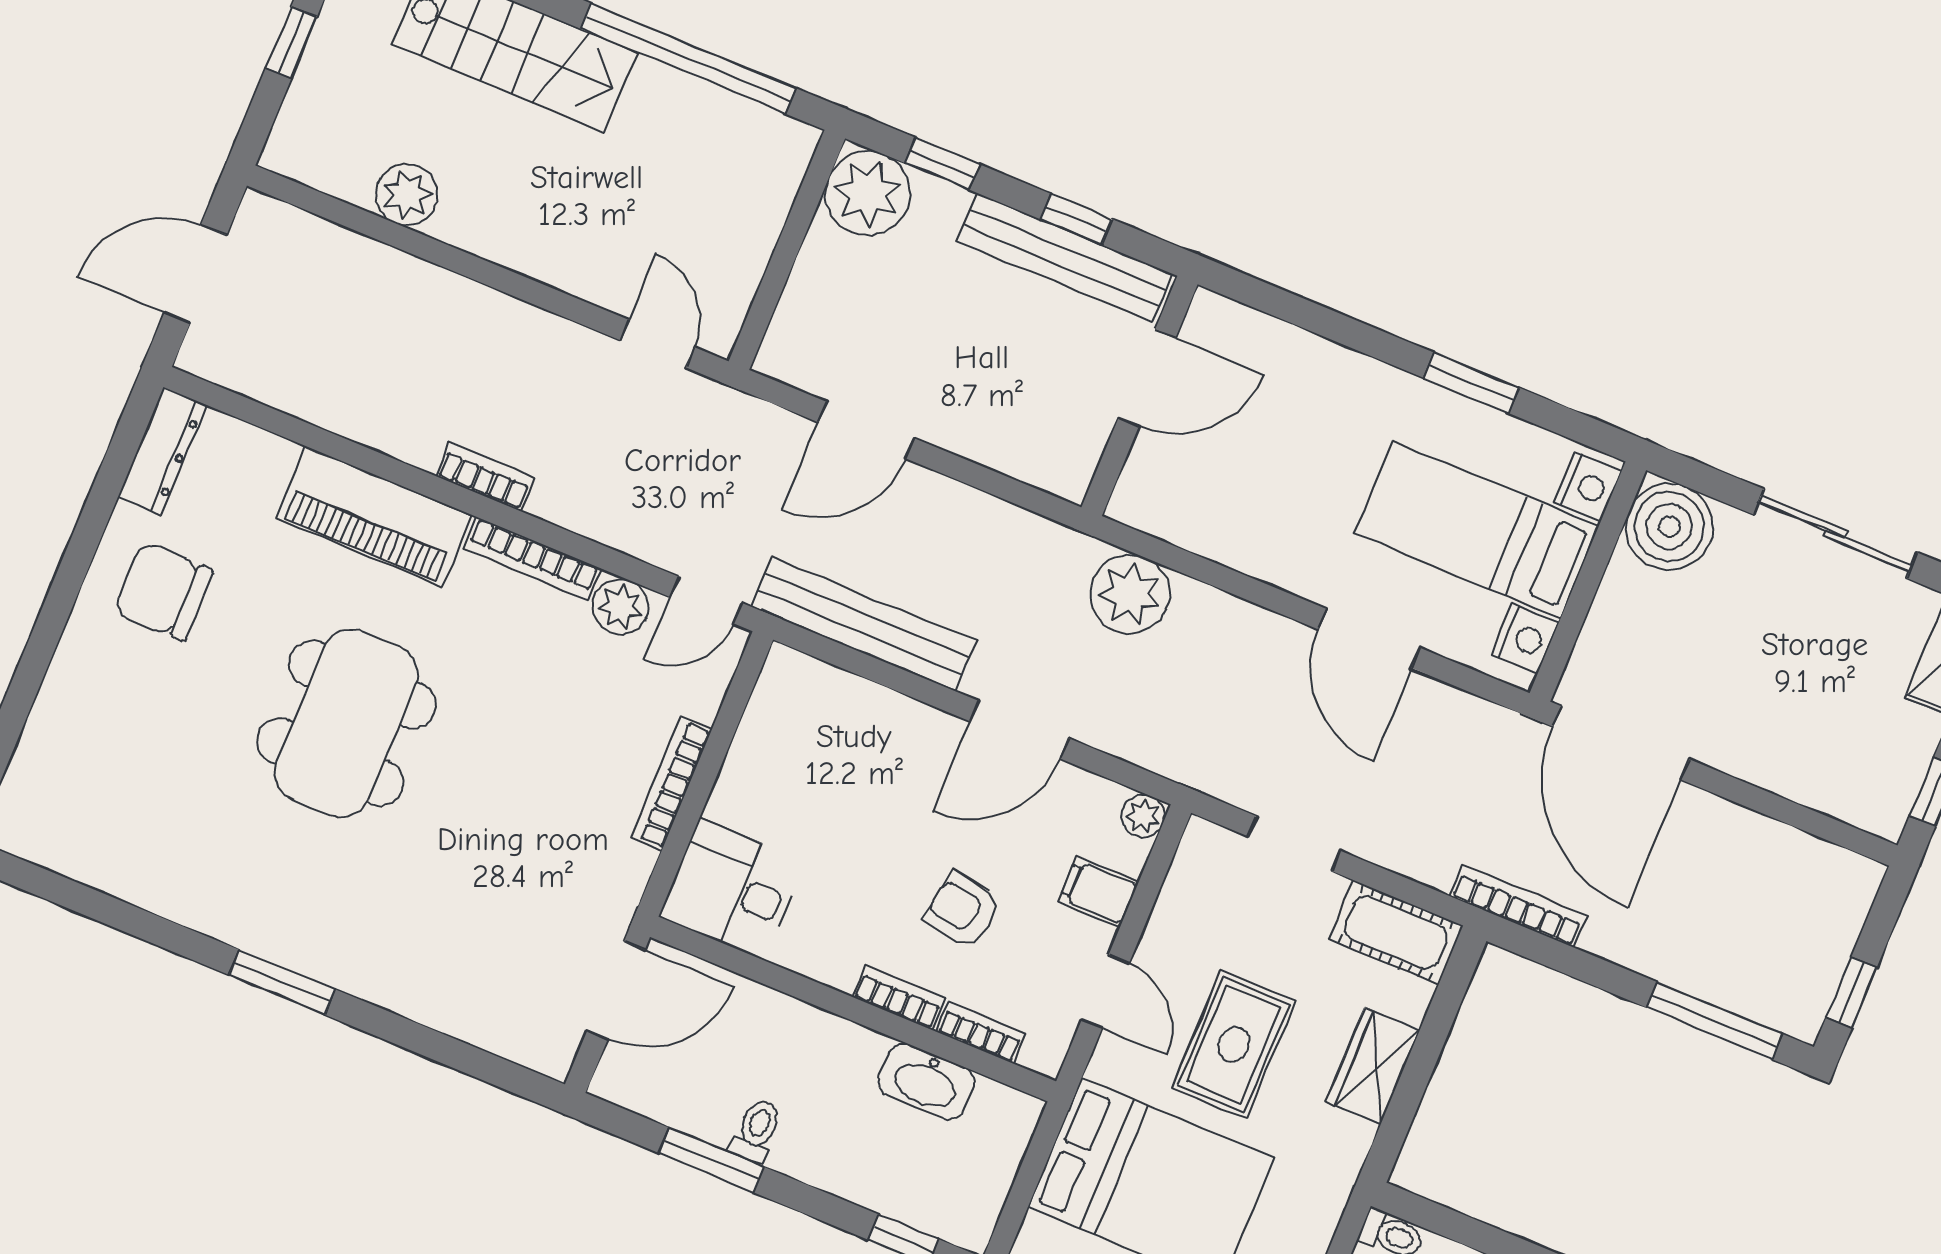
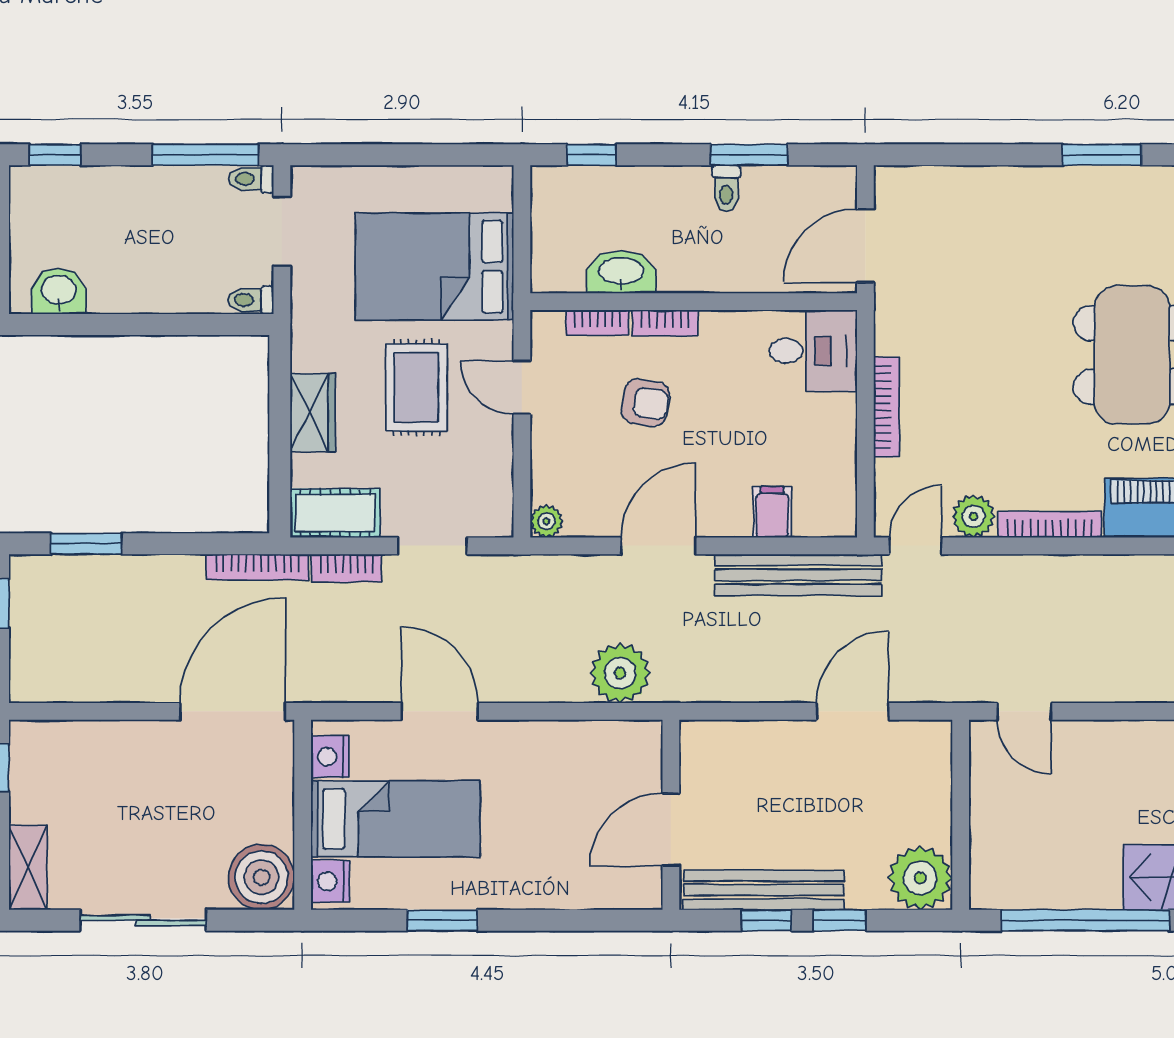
window: (942, 164) -> (840, 920), moved
bookcase: (485, 477) -> (347, 568), moved
door: (1621, 743) -> (233, 711), hinge flipped
filing cabinet: (1098, 892) -> (772, 512), moved, turned -90
window: (1715, 1021) -> (86, 544), width x0.69

